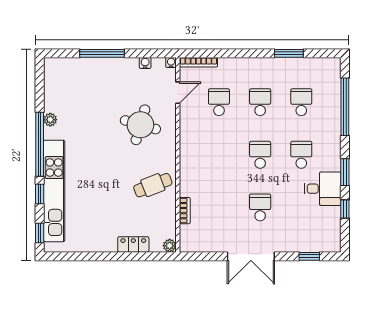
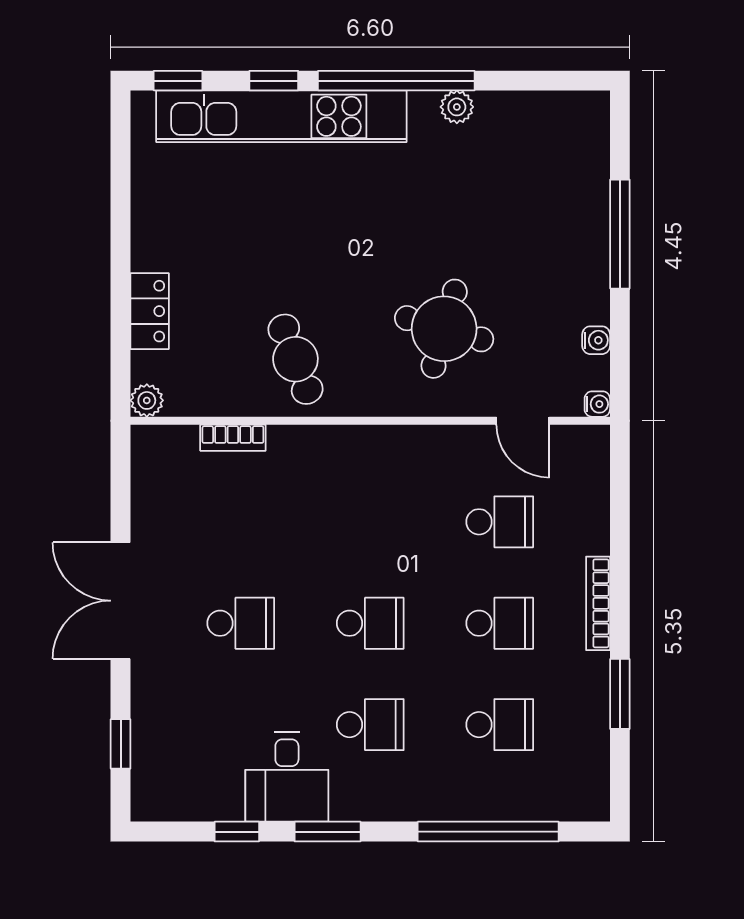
bookcase: (198, 62) -> (598, 603), moved

